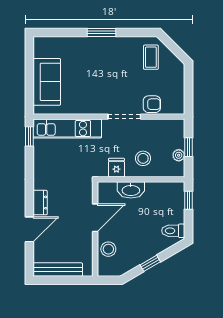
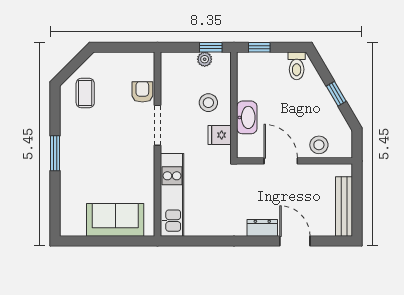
coffee table: (151, 57) -> (85, 93), turned 90
window: (29, 136) -> (182, 241), removed
window: (189, 147) -> (211, 47), moved

